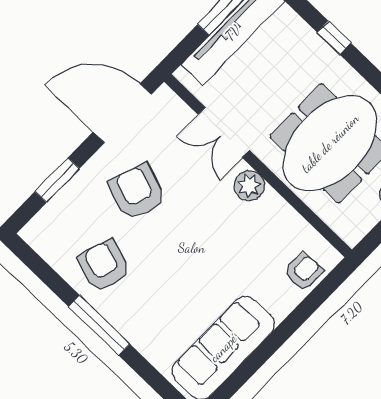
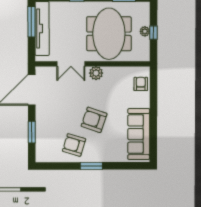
armchair: (137, 192) -> (94, 120), moved
window: (99, 325) -> (91, 166), width x0.69

